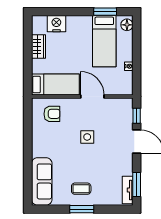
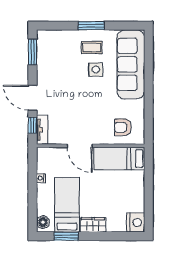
nightstand: (56, 24) -> (136, 222), moved, turned -90
wardrobe: (38, 47) -> (93, 225), moved, turned 90
side table: (87, 137) -> (96, 70), moved
sofa: (42, 181) -> (131, 64), width x1.36, depth x1.27
tv unit: (128, 190) -> (42, 130), moved

